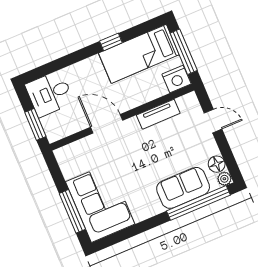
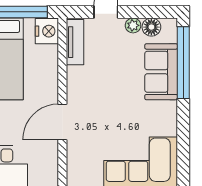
tv unit: (158, 114) -> (75, 42), moved
plant: (224, 179) -> (133, 25), moved

